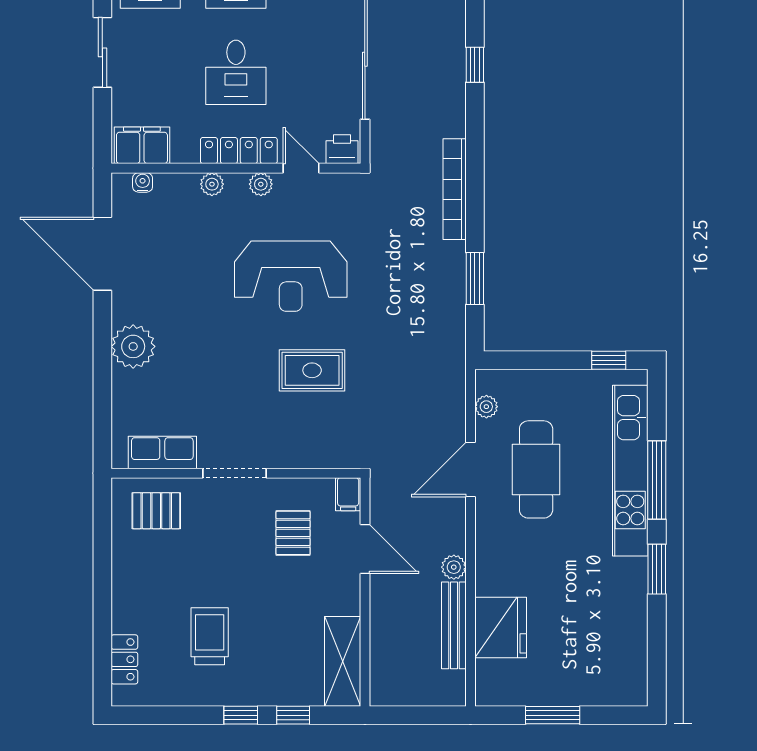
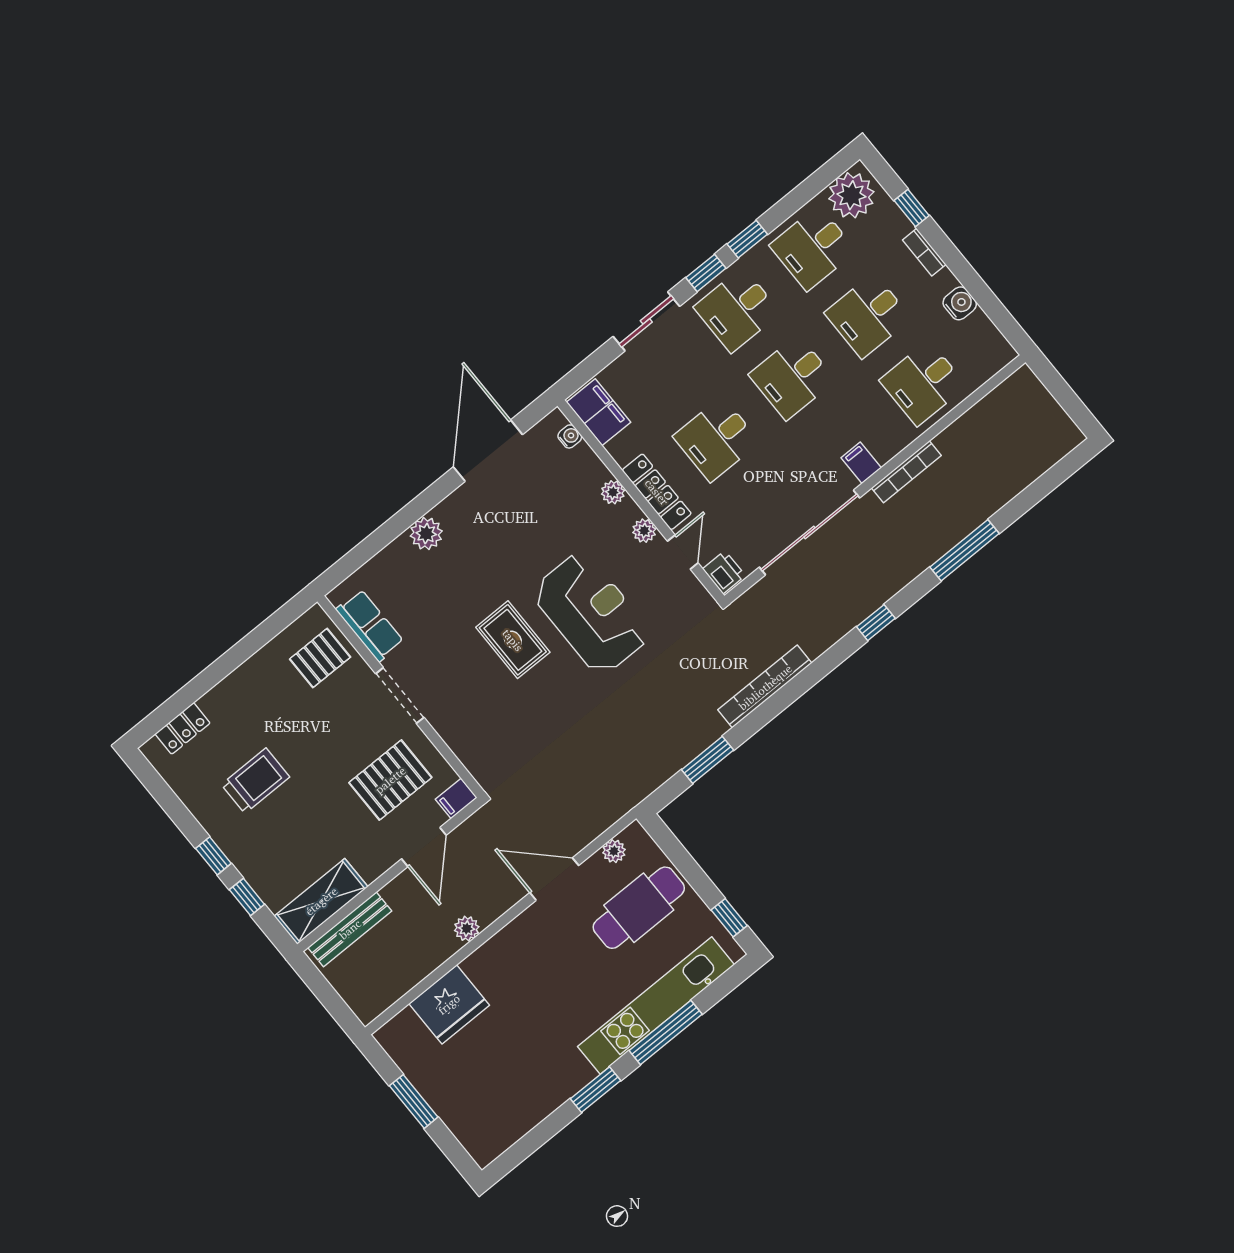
reception desk: (291, 276) -> (591, 613), turned 180
plant: (133, 346) -> (426, 534), width x0.73, depth x0.73
rug: (312, 370) -> (513, 640), moved
cafe table: (536, 469) -> (639, 908), moved
pallet: (156, 511) -> (320, 658), turned 90
pallet: (293, 533) -> (390, 780), width x1.50, depth x1.42
bench: (454, 625) -> (350, 929), moved

